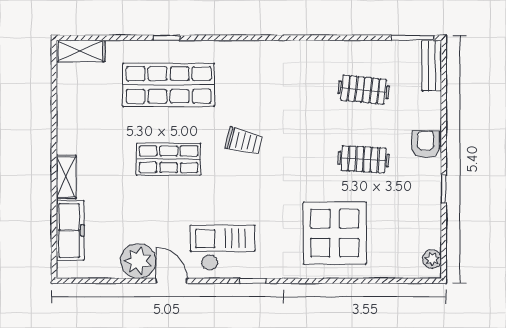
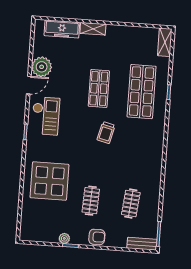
plant: (432, 259) -> (64, 238), moved

